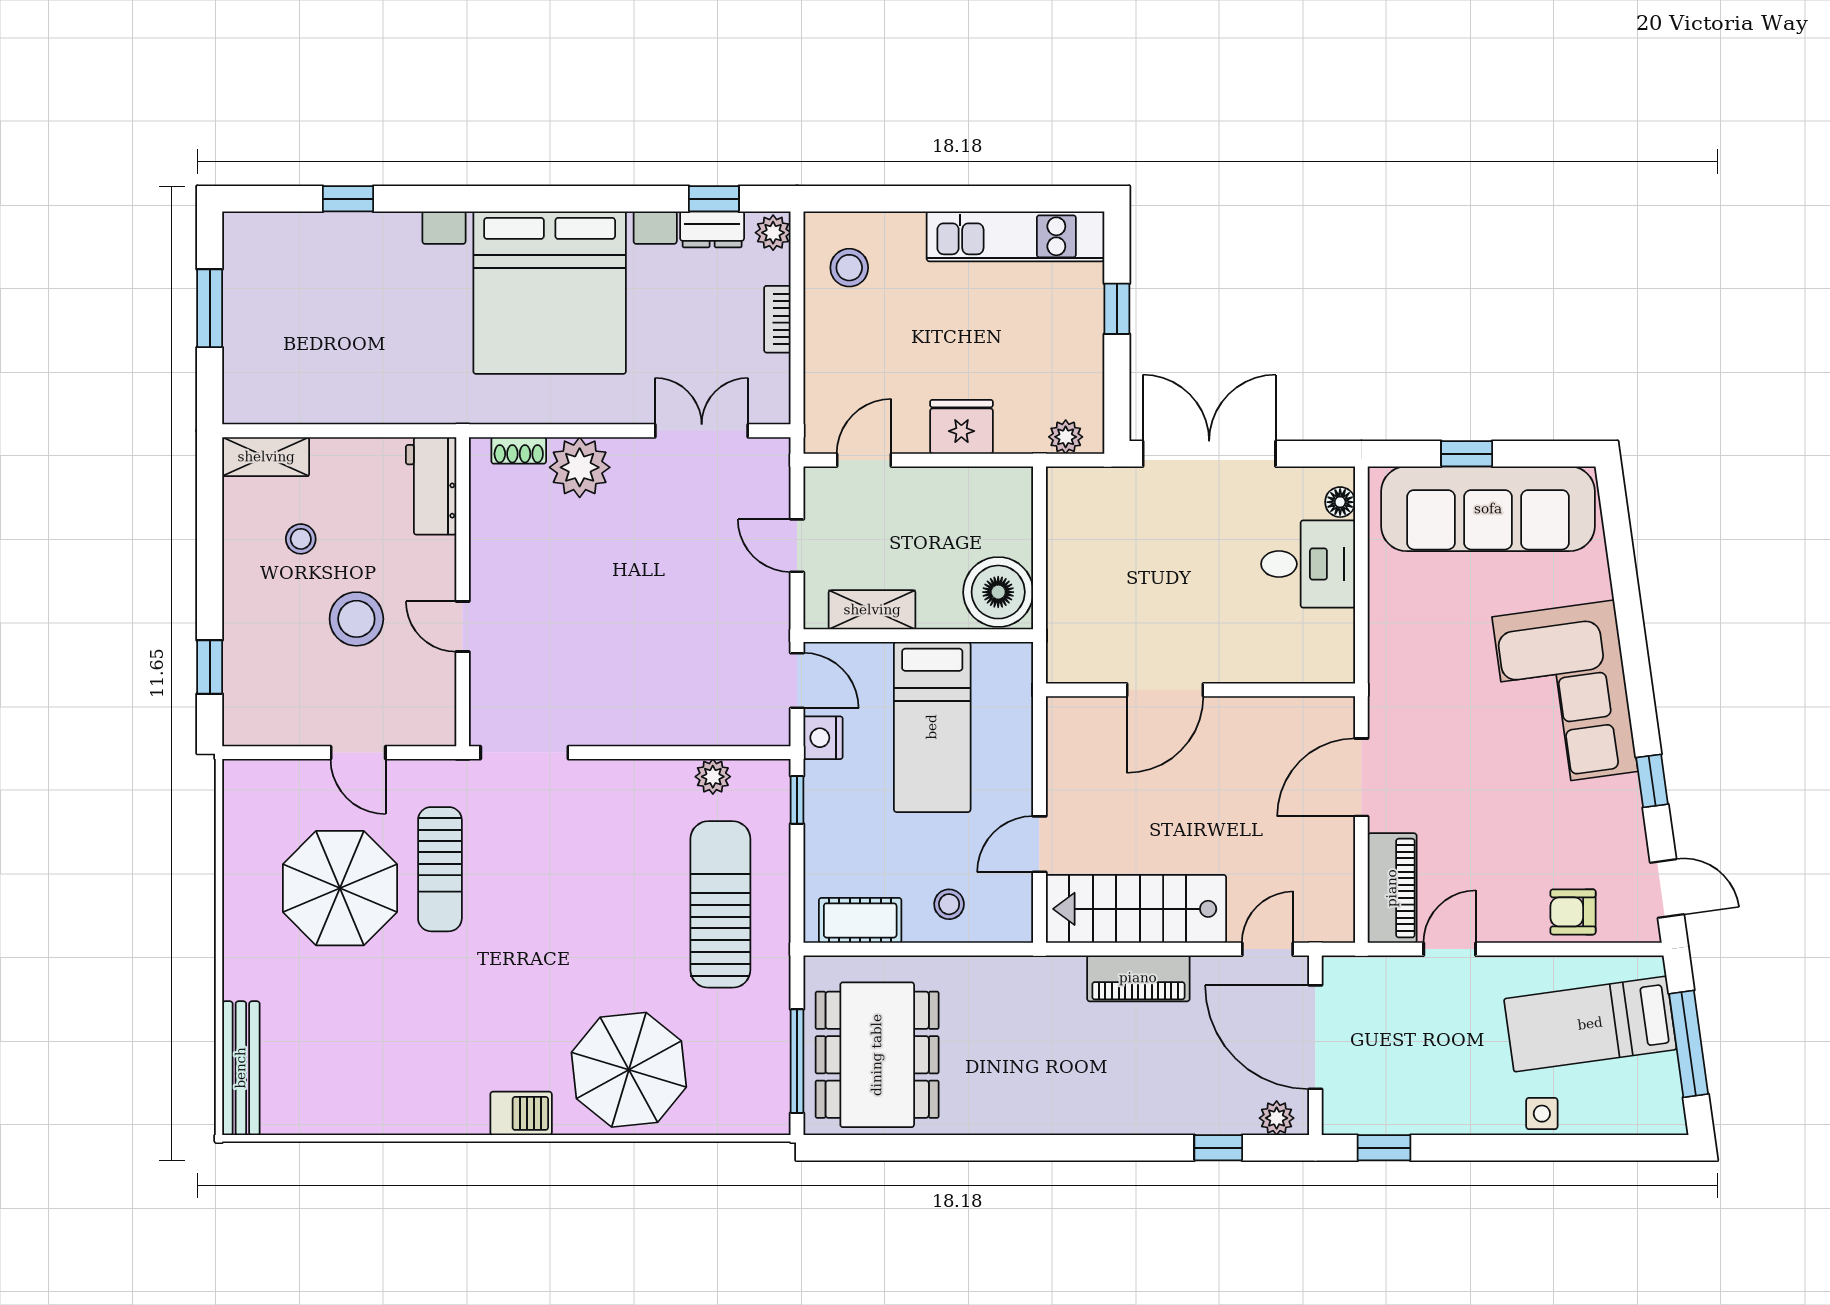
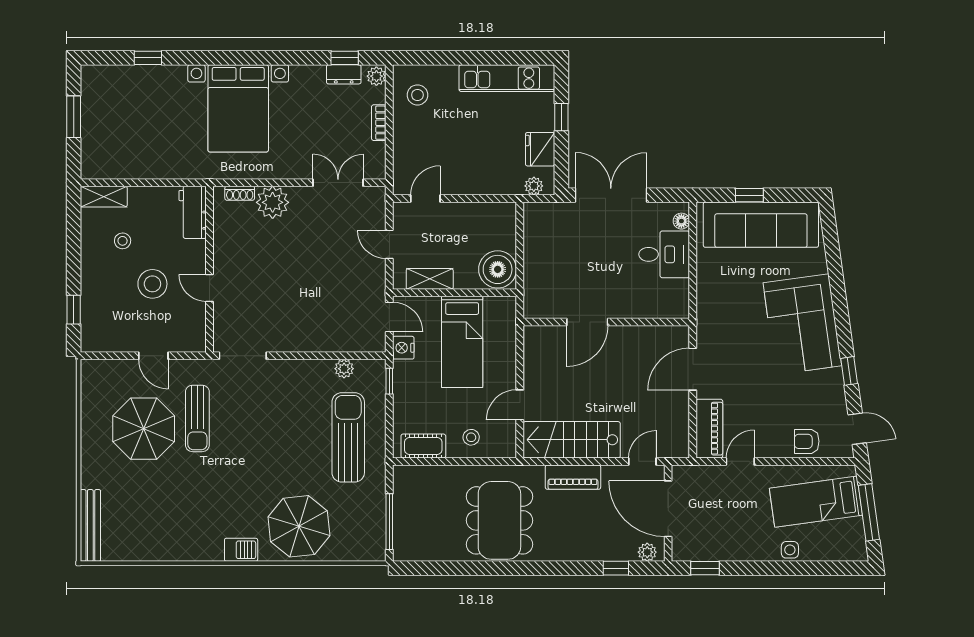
bed with nightstands: (550, 293) -> (238, 108), width x0.73
fridge: (961, 427) -> (540, 149), moved, turned -90
dining table: (877, 1055) -> (499, 520), moved

